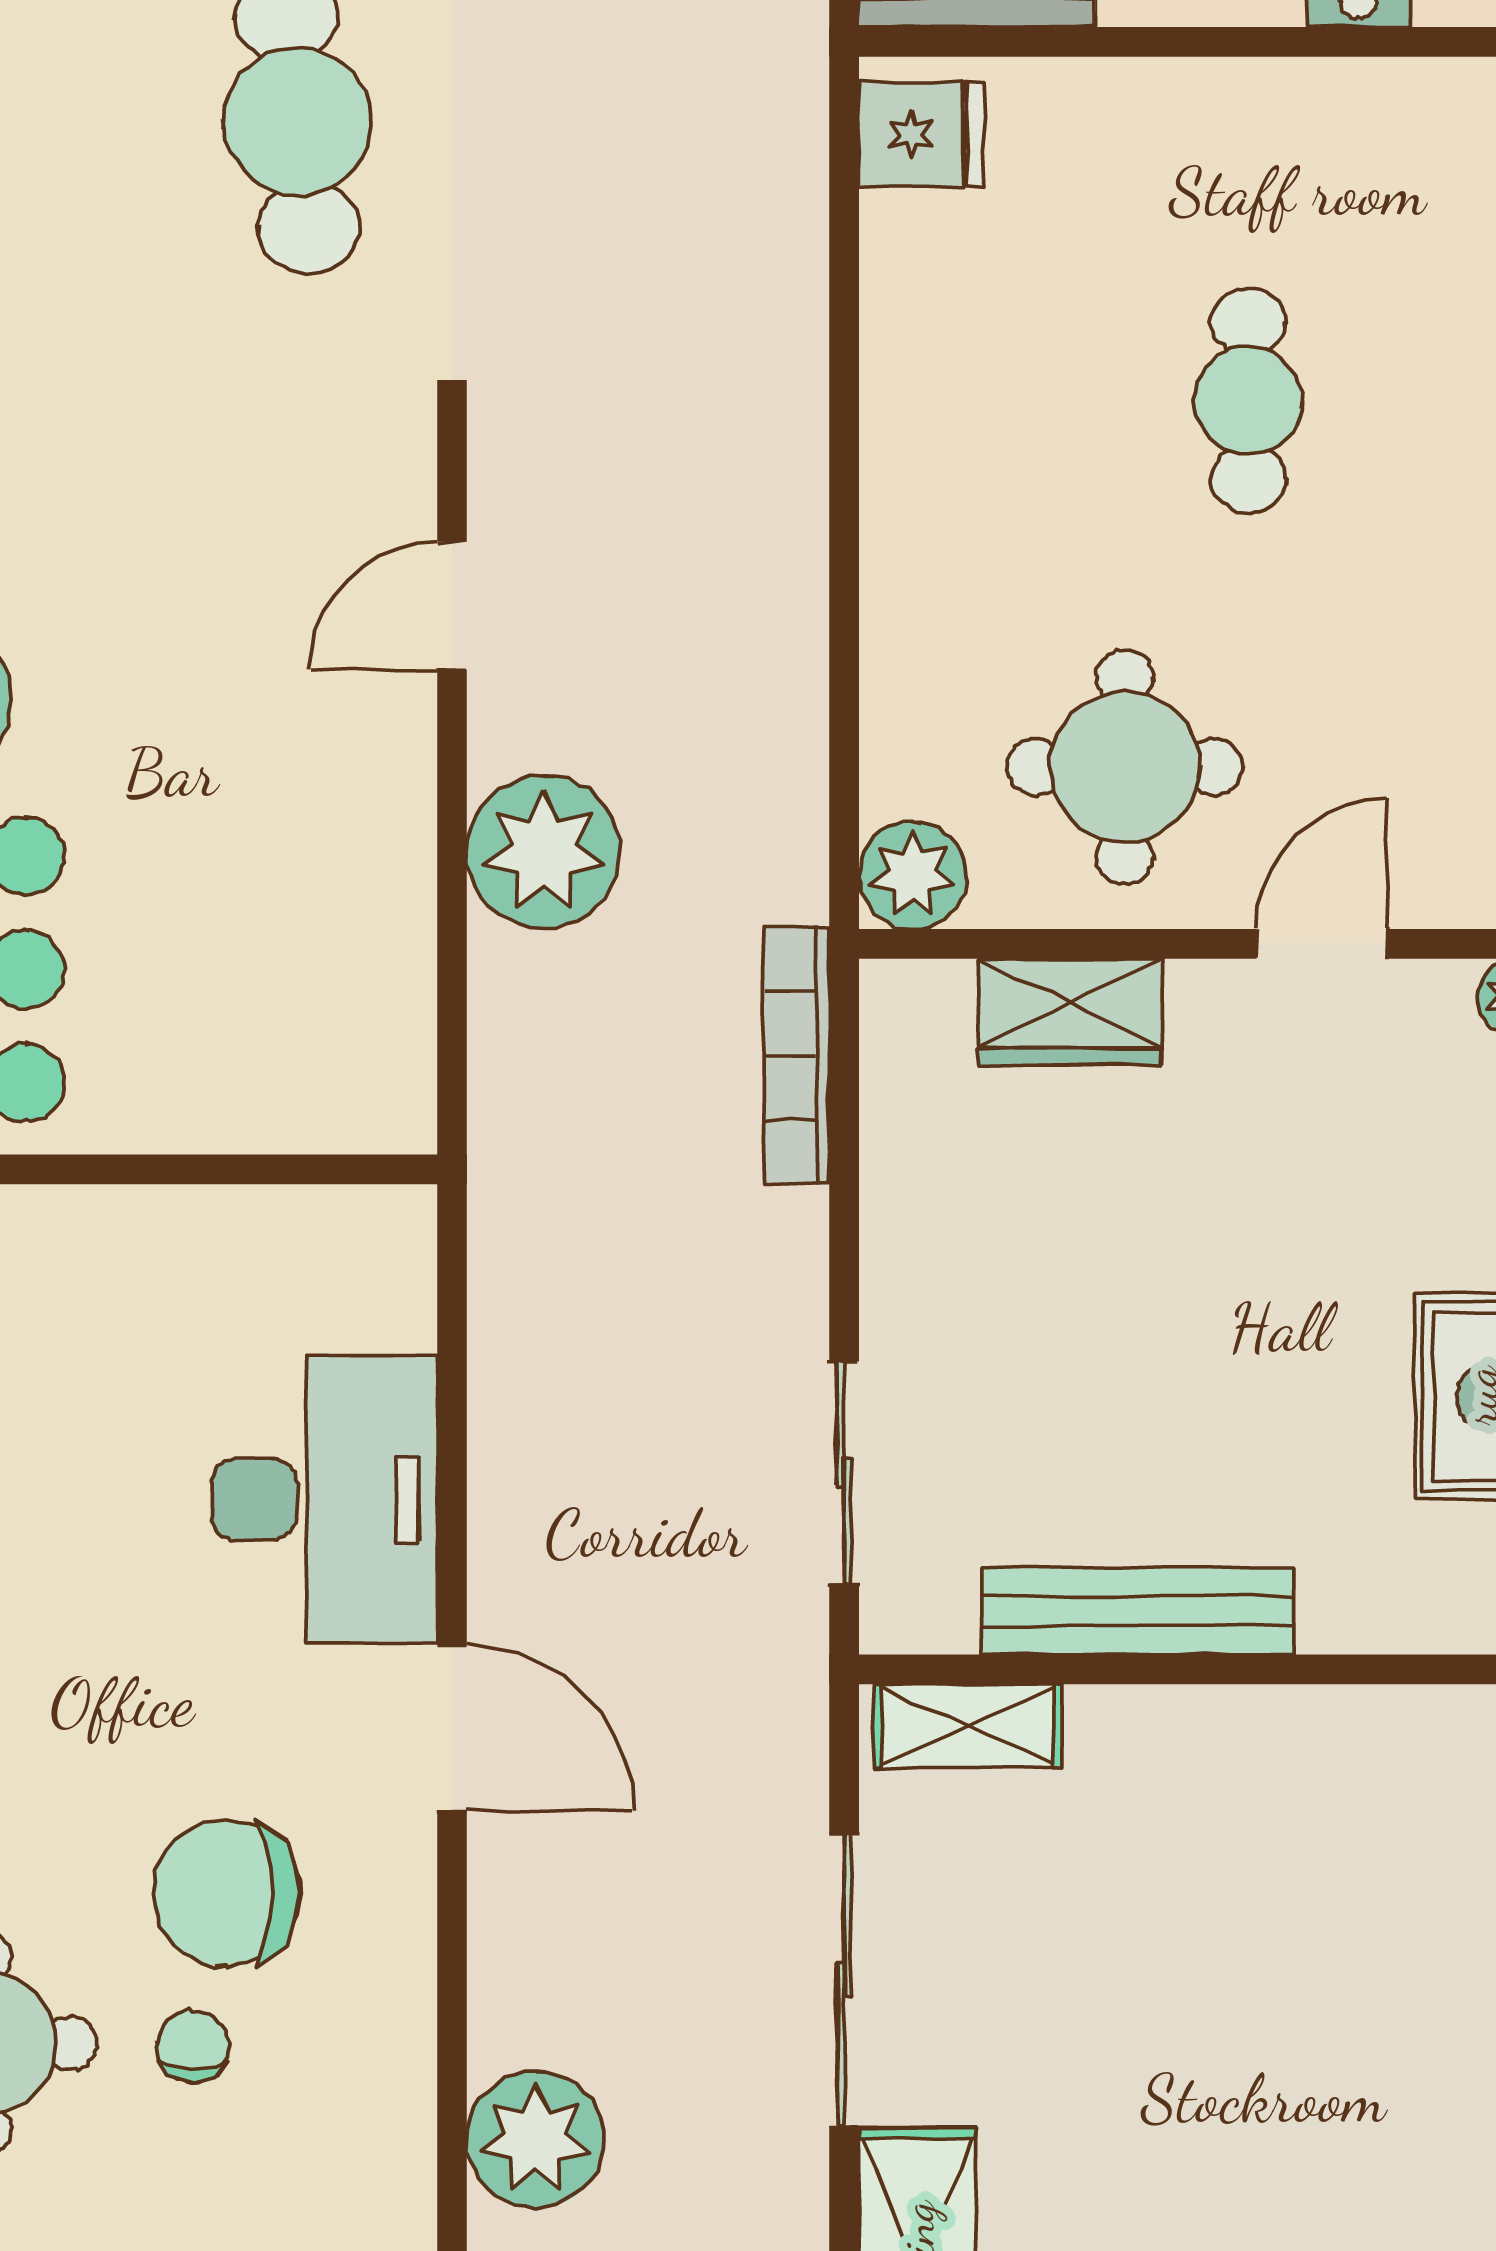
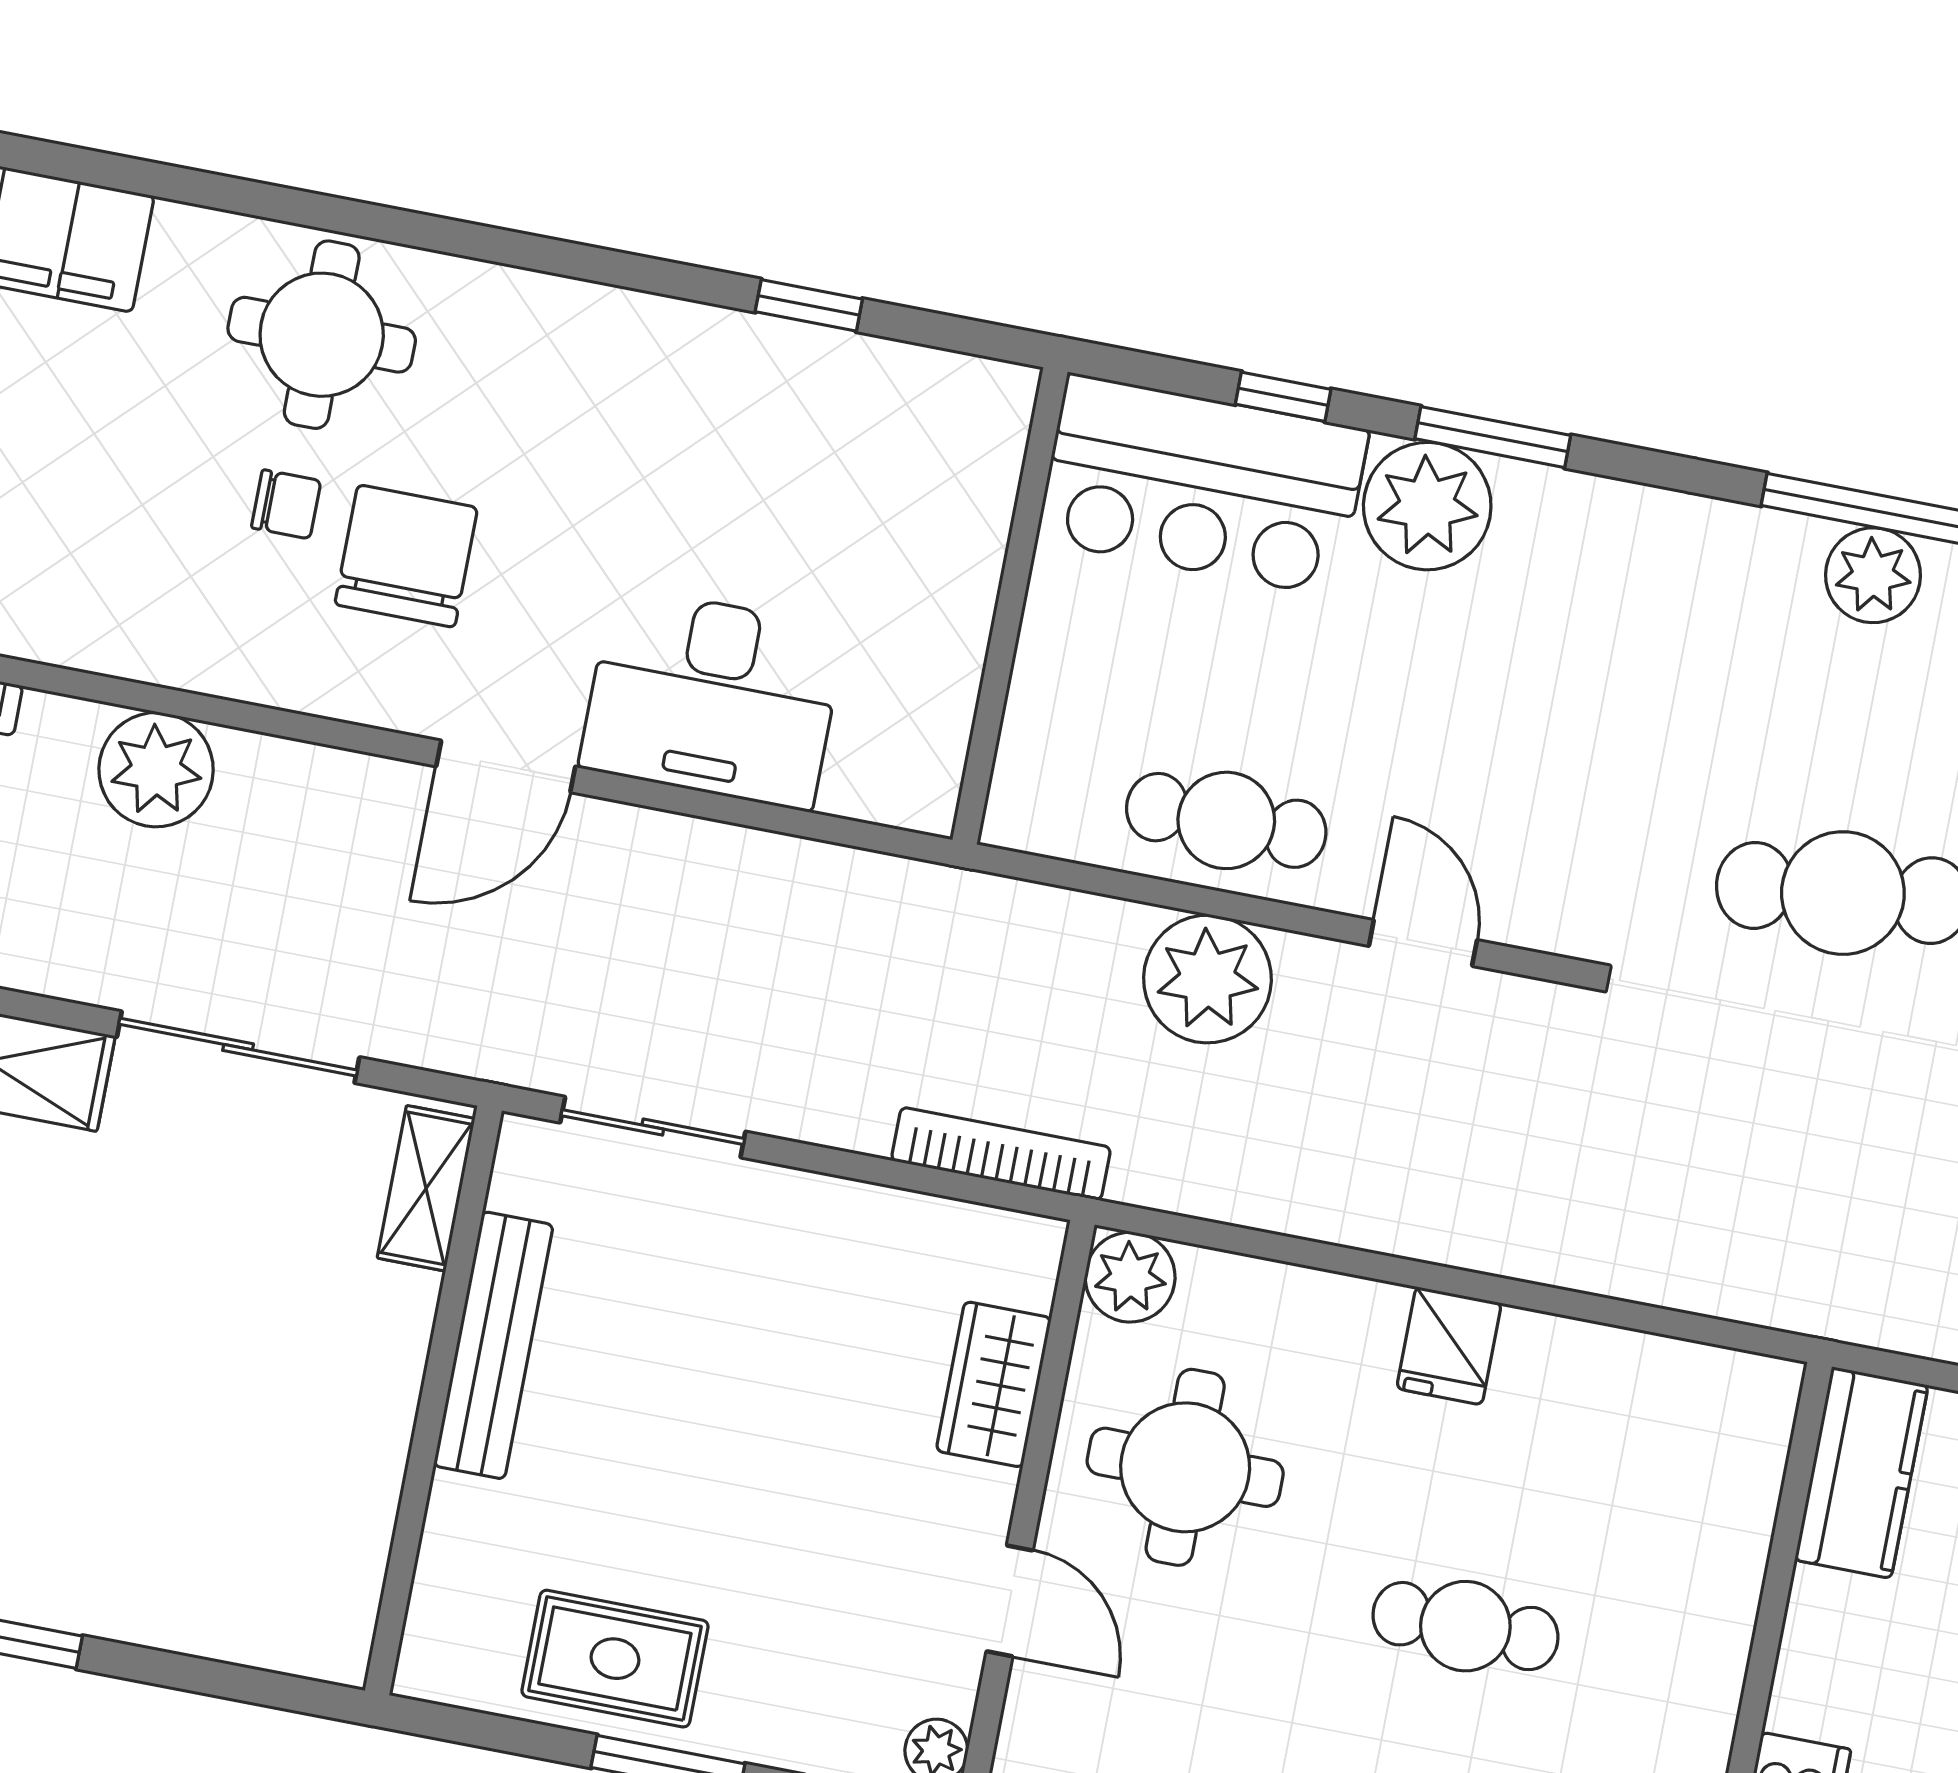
fridge: (921, 134) -> (1449, 1346), moved
cafe table: (352, 866) -> (1226, 820), added

